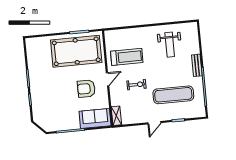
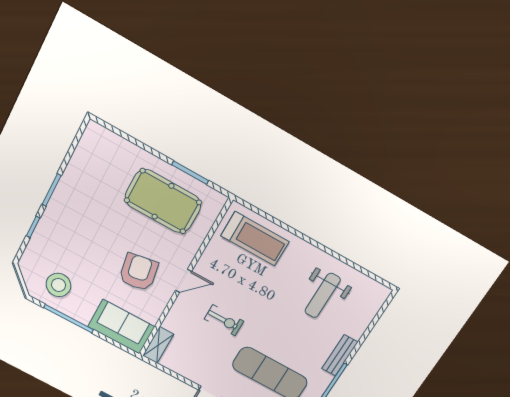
pool table: (76, 51) -> (163, 201), width x0.73, depth x0.76
treadmill: (127, 57) -> (255, 239), moved
armchair: (86, 89) -> (139, 272), turned 80
stool: (56, 118) -> (58, 285), added

